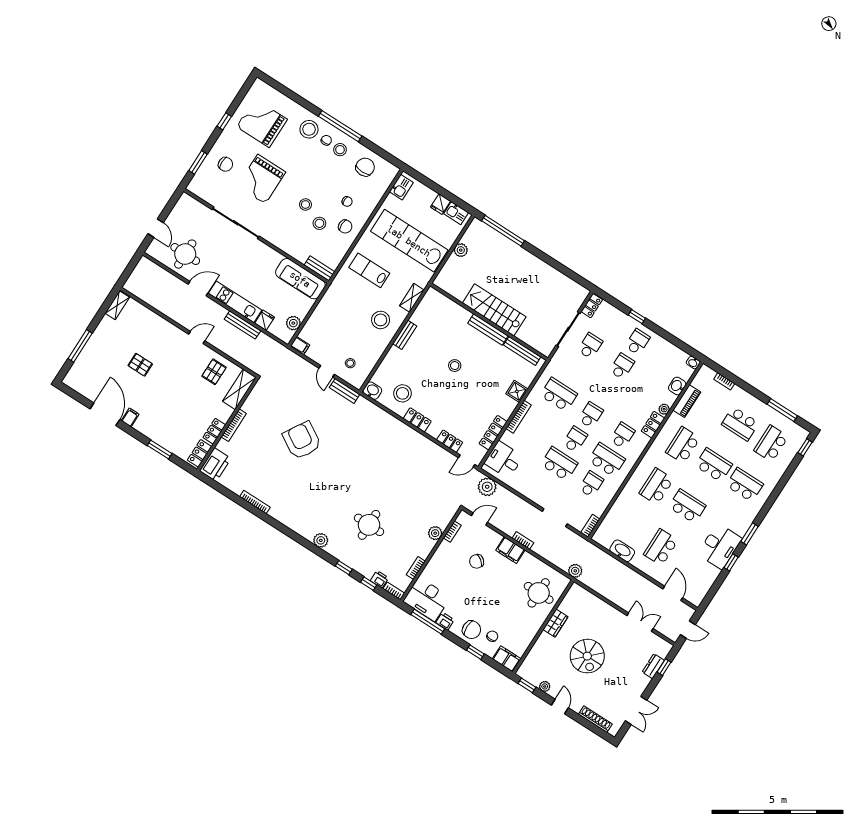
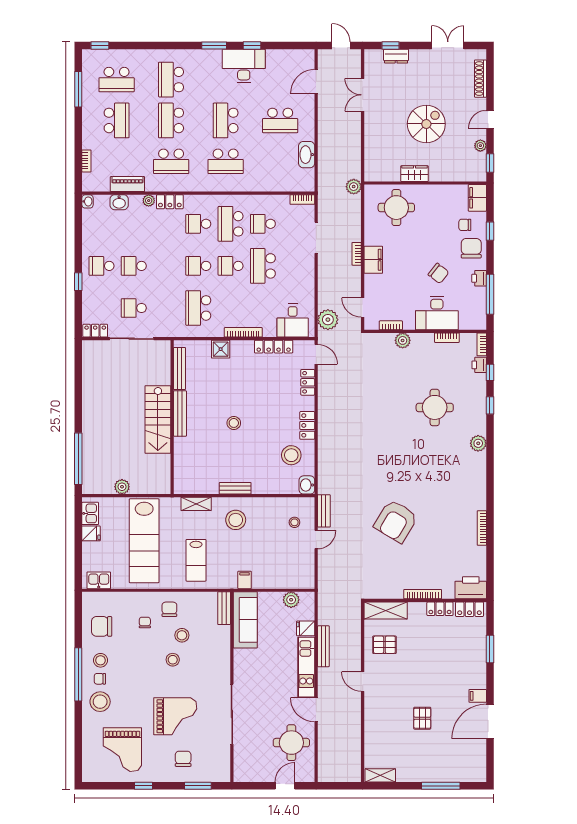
filing cabinet: (300, 346) -> (245, 580), moved
chair: (477, 561) -> (439, 273), moved
desk: (427, 599) -> (437, 313), moved, turned 90

